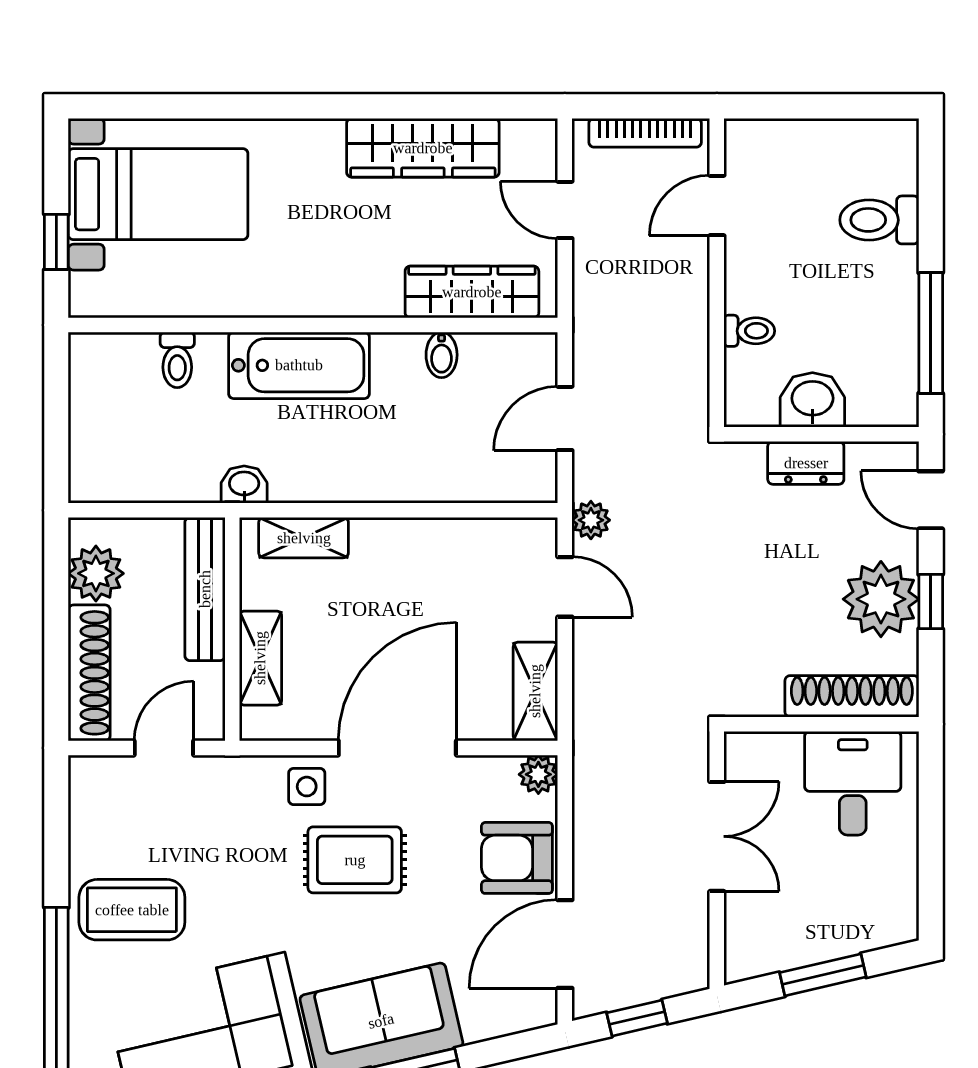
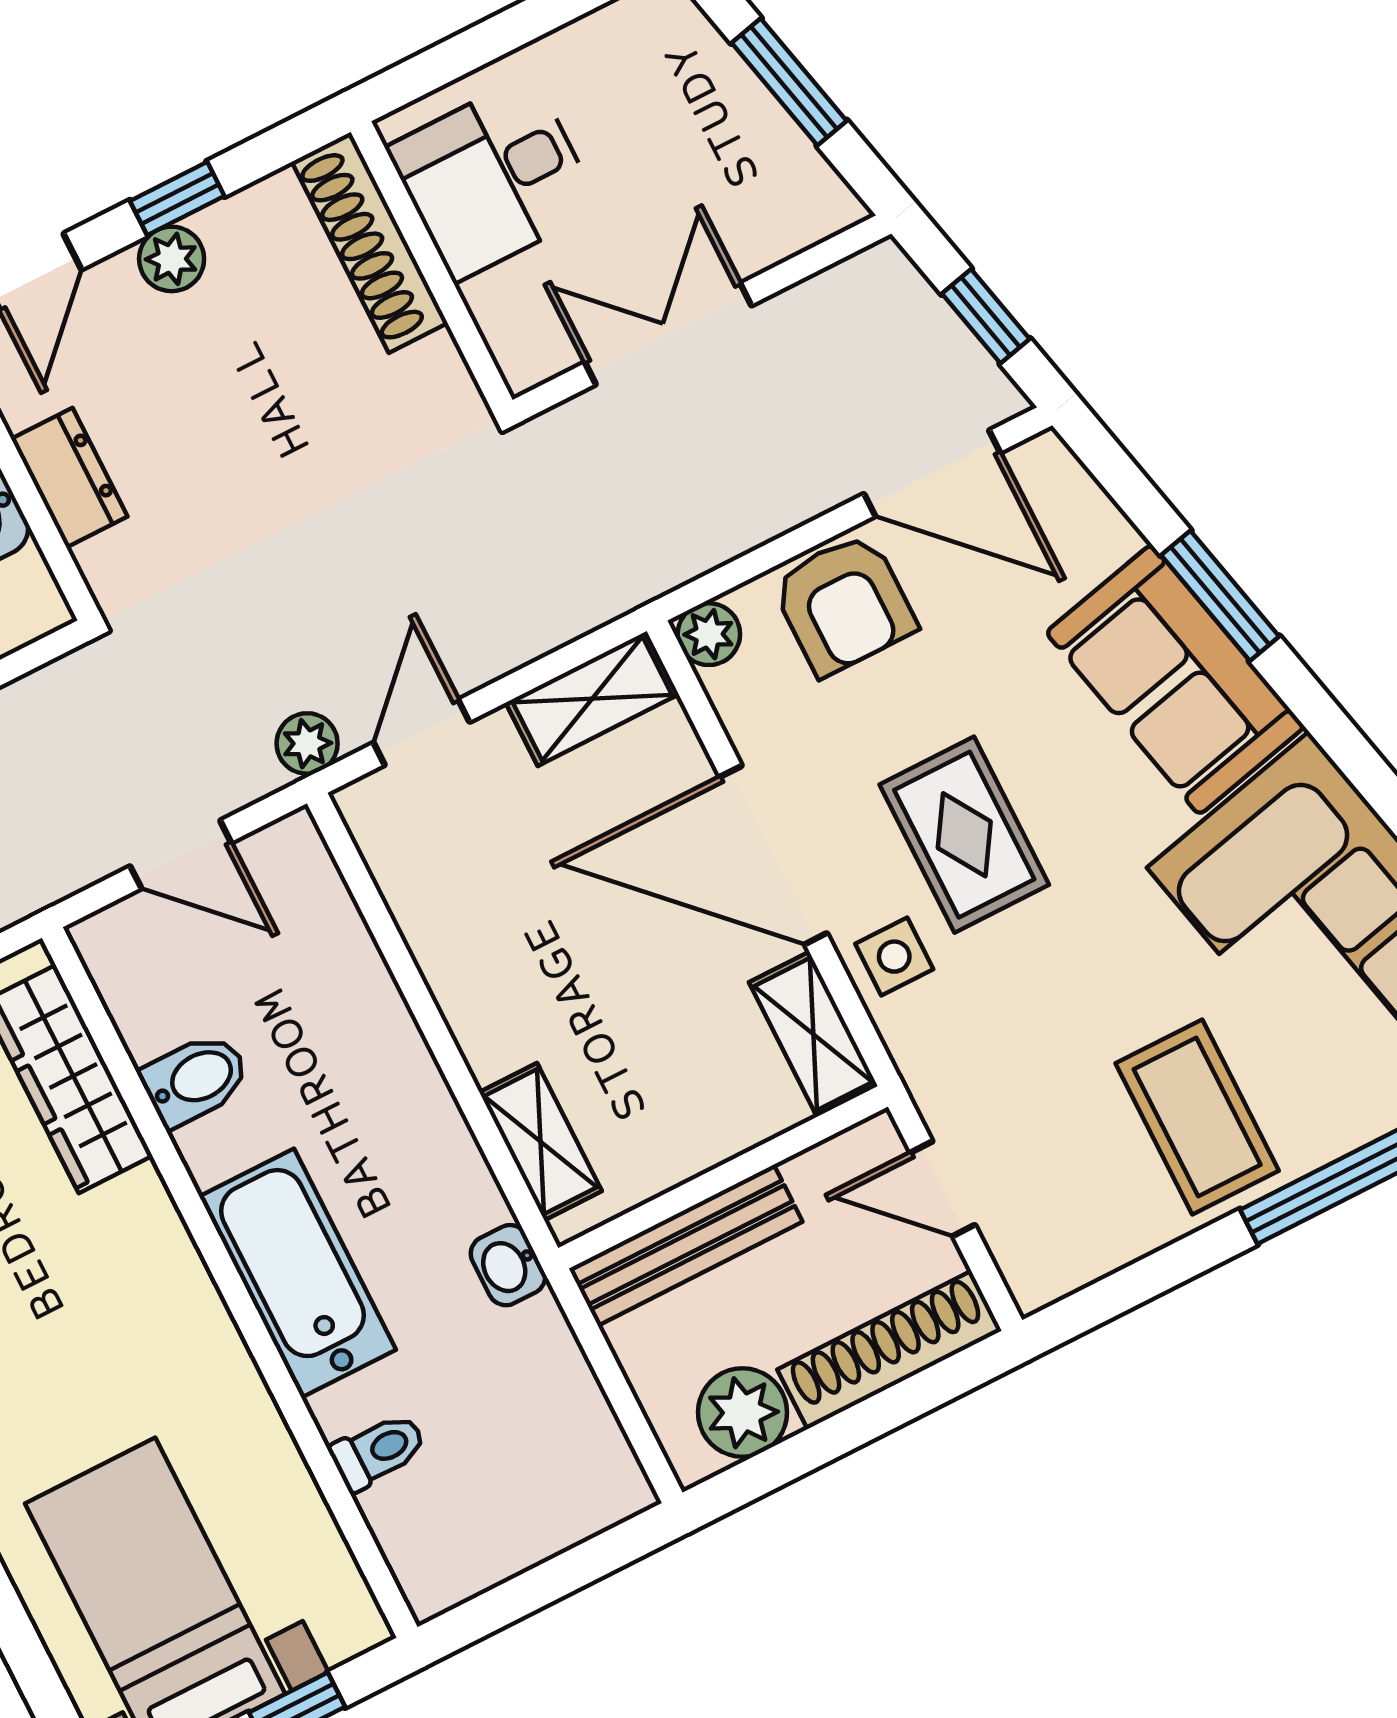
bidet: (442, 355) -> (195, 1079), width x1.38, depth x1.36
plant: (881, 599) -> (172, 259), width x0.53, depth x0.53
shelving: (260, 658) -> (813, 1034), moved, turned 90

